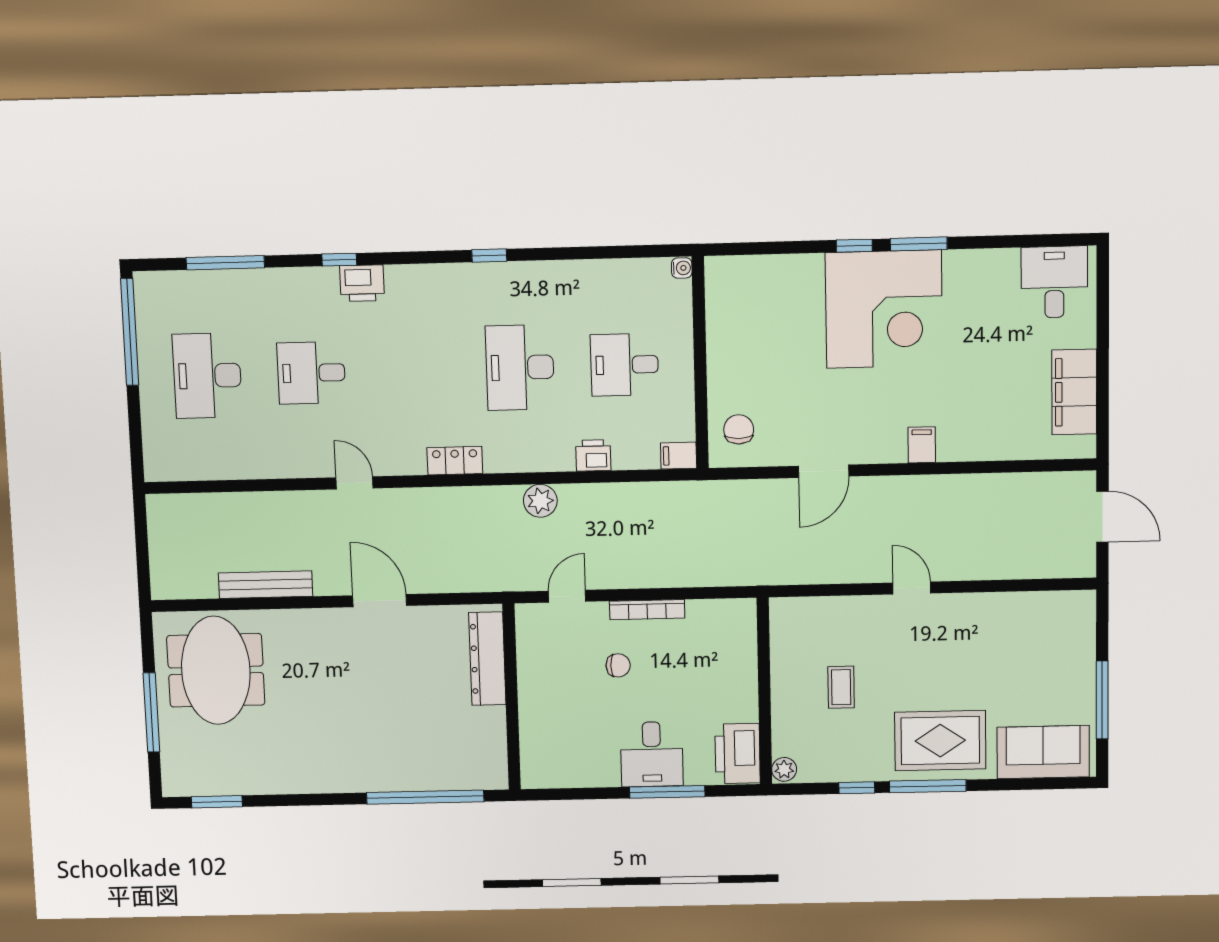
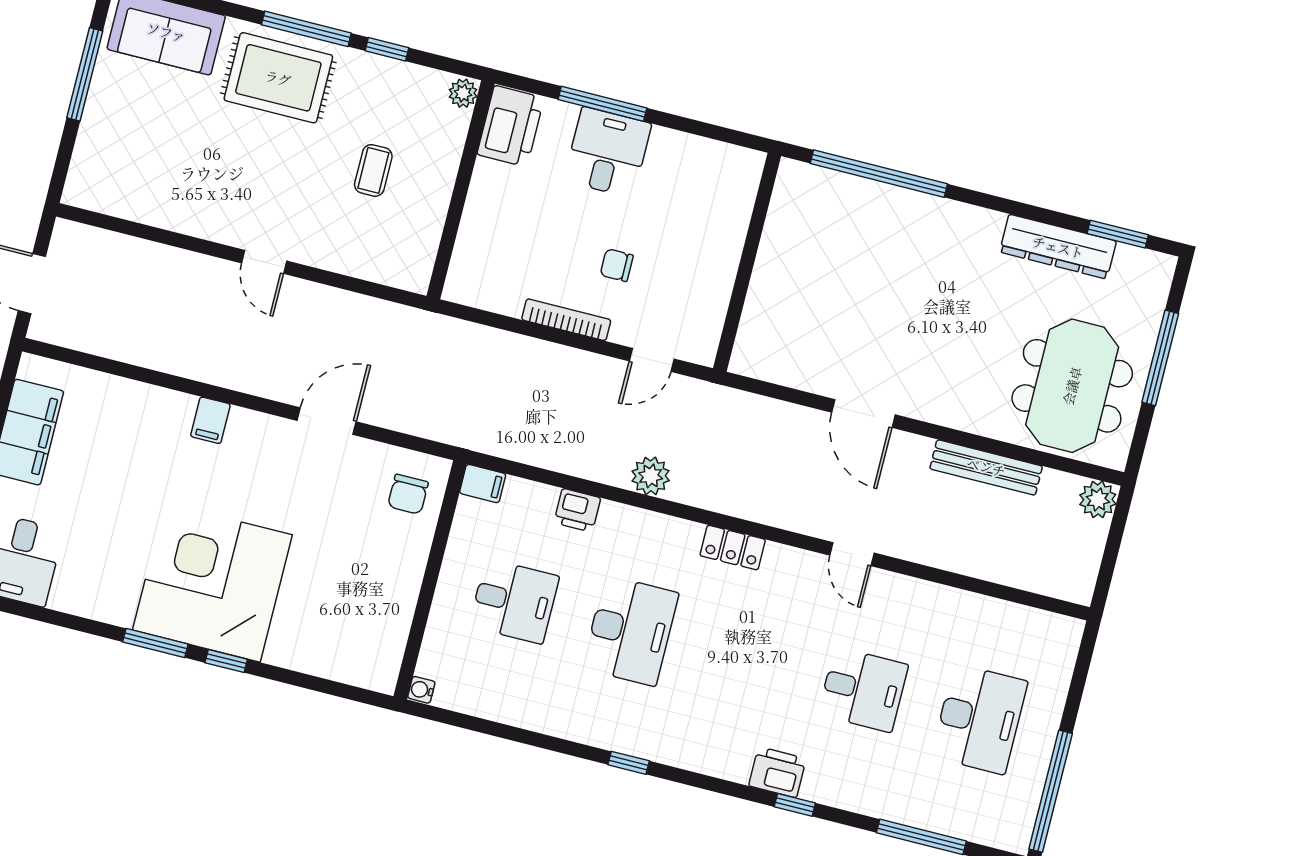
plant: (166, 584) -> (1098, 499), added
dresser: (487, 659) -> (1058, 247), moved, turned 90

